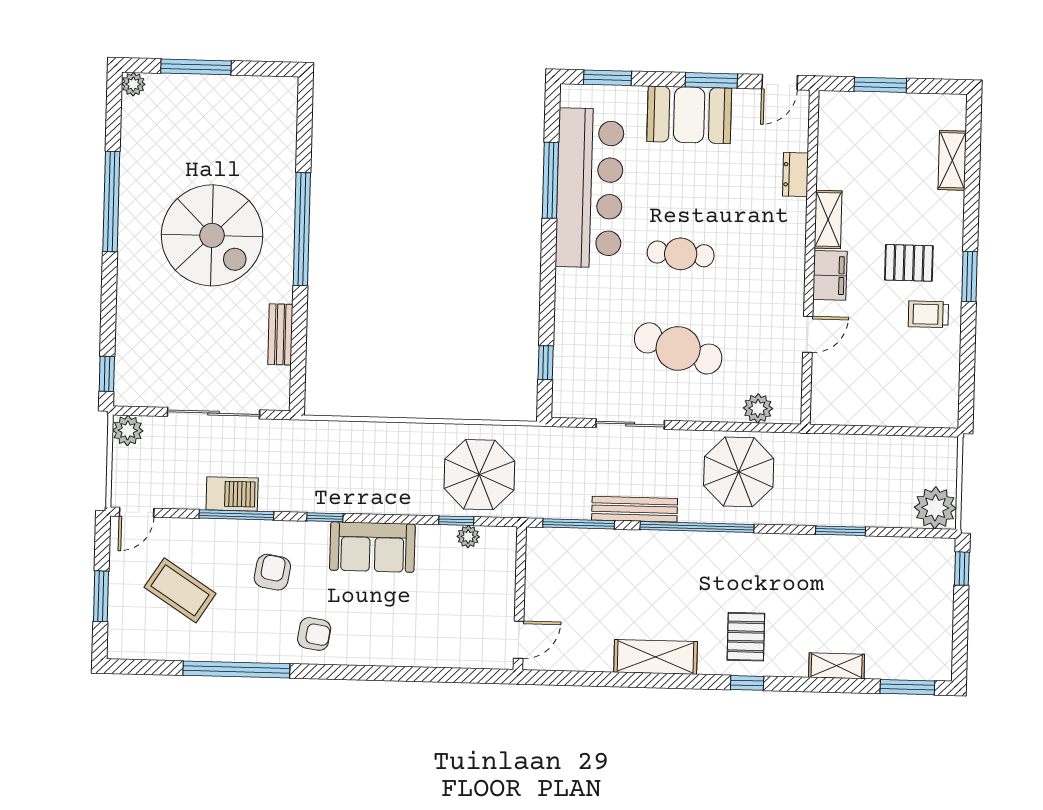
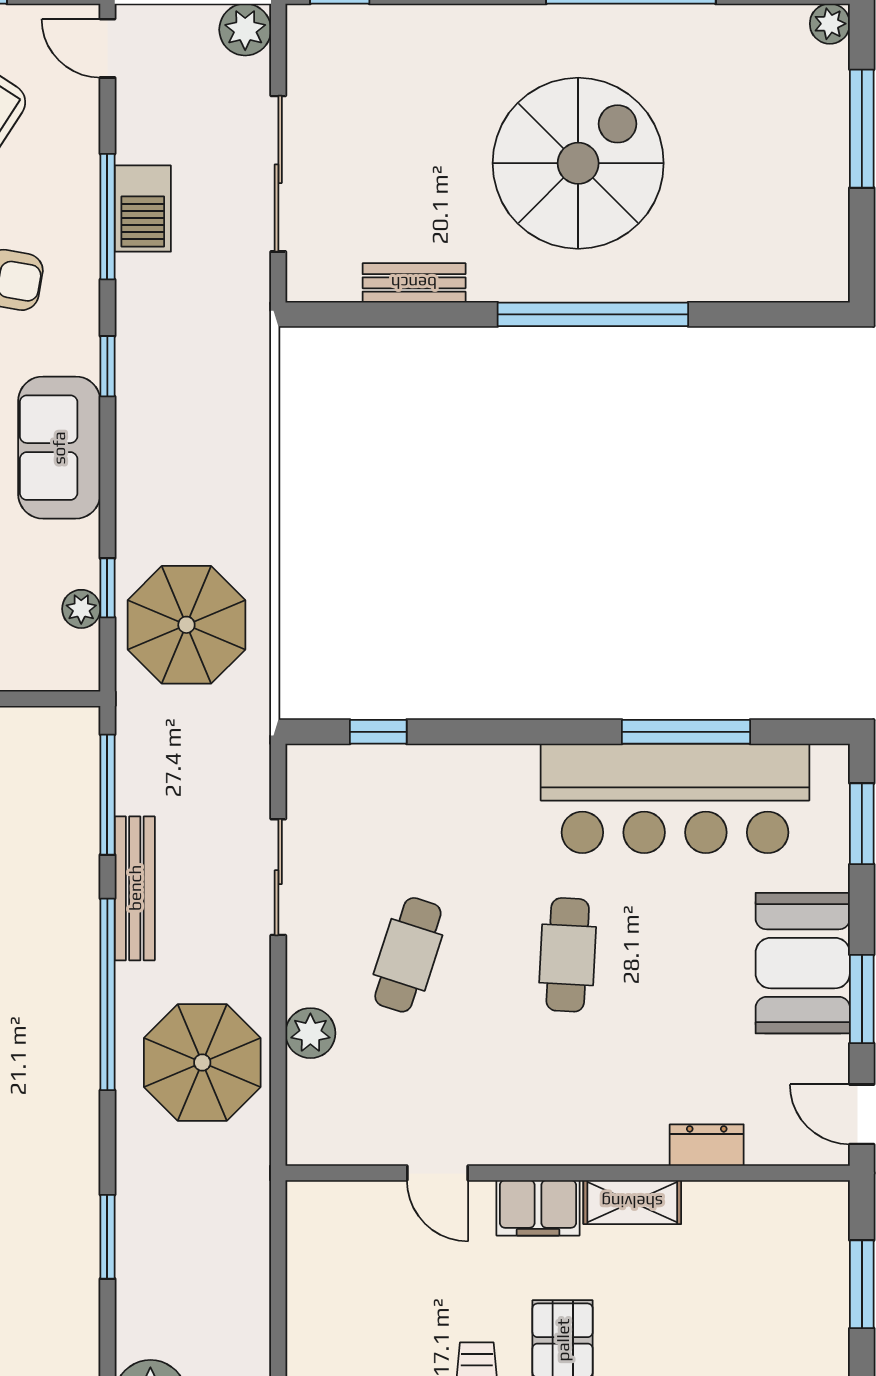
spiral stairs: (212, 235) -> (578, 163), turned 180
cafe table: (678, 348) -> (408, 955), width x0.73, depth x0.74
plant: (758, 408) -> (310, 1033), moved

